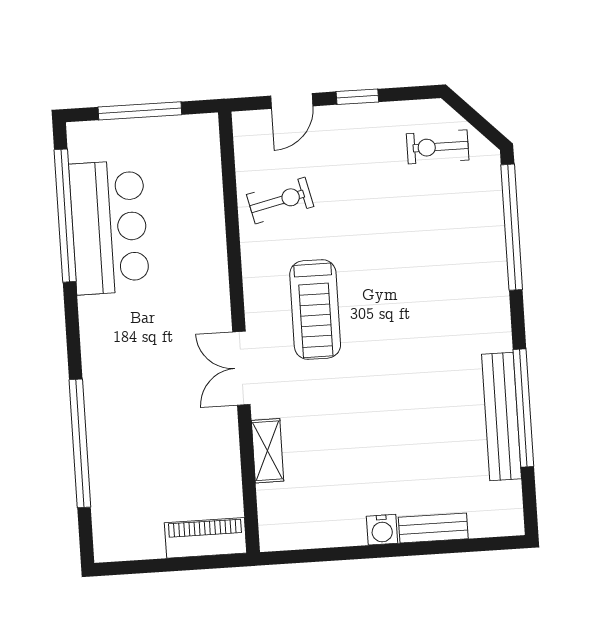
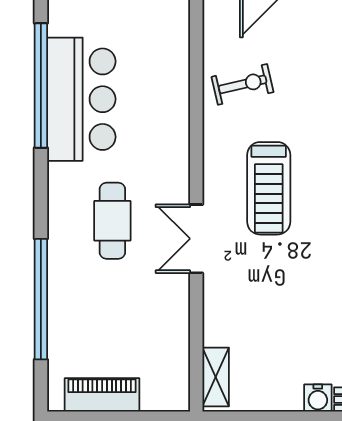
cafe table: (151, 355) -> (112, 221), added
shelving: (268, 451) -> (216, 377), moved
piano: (206, 538) -> (102, 395), moved

